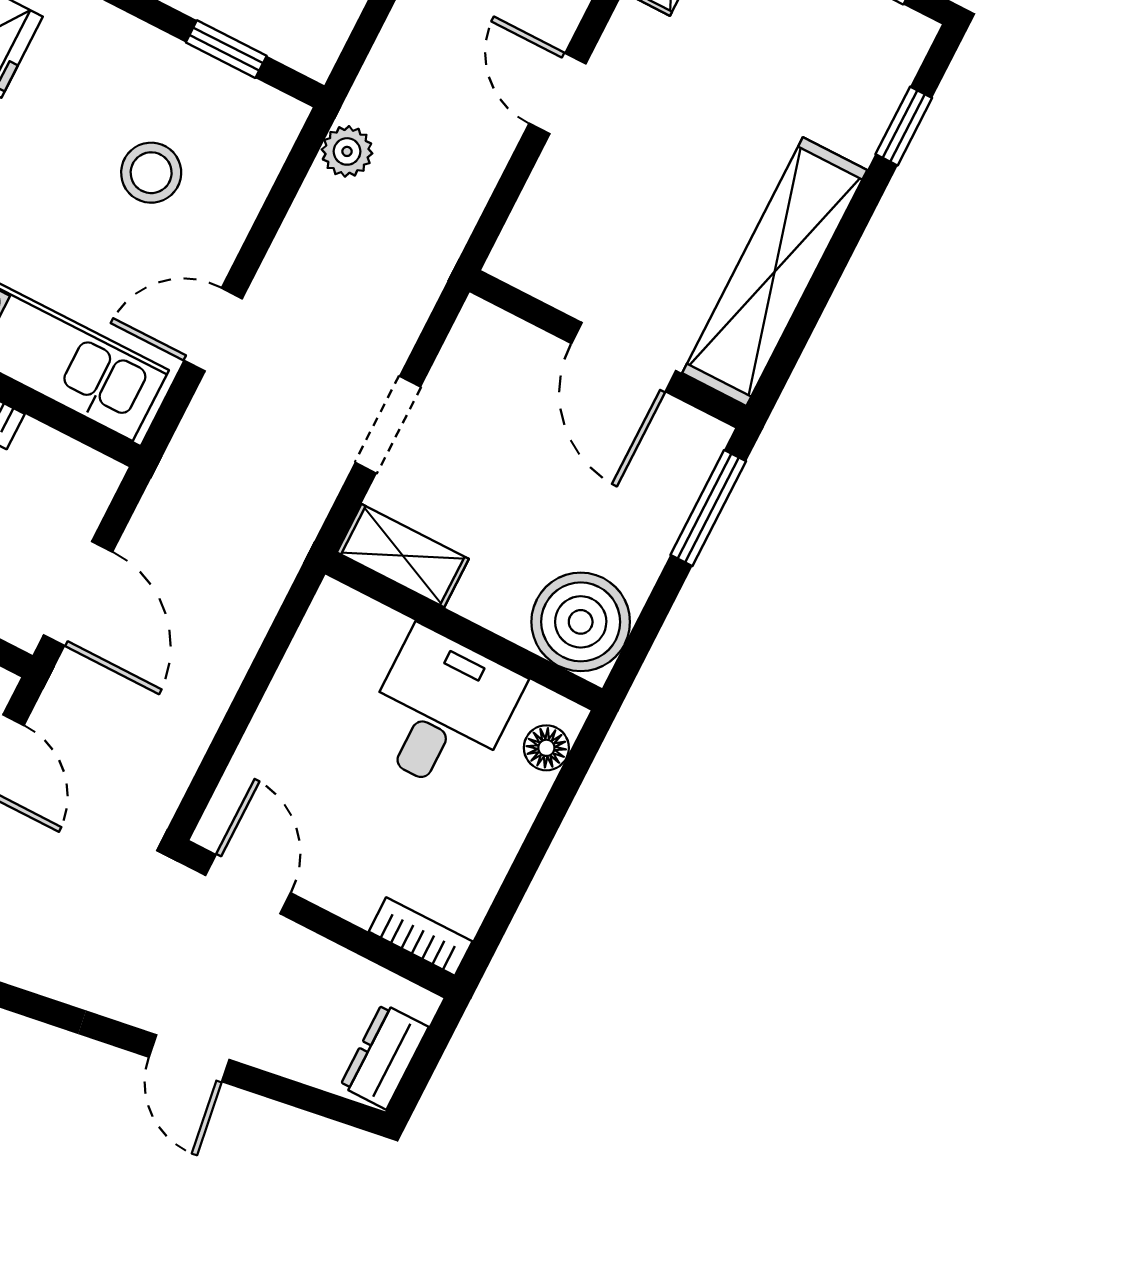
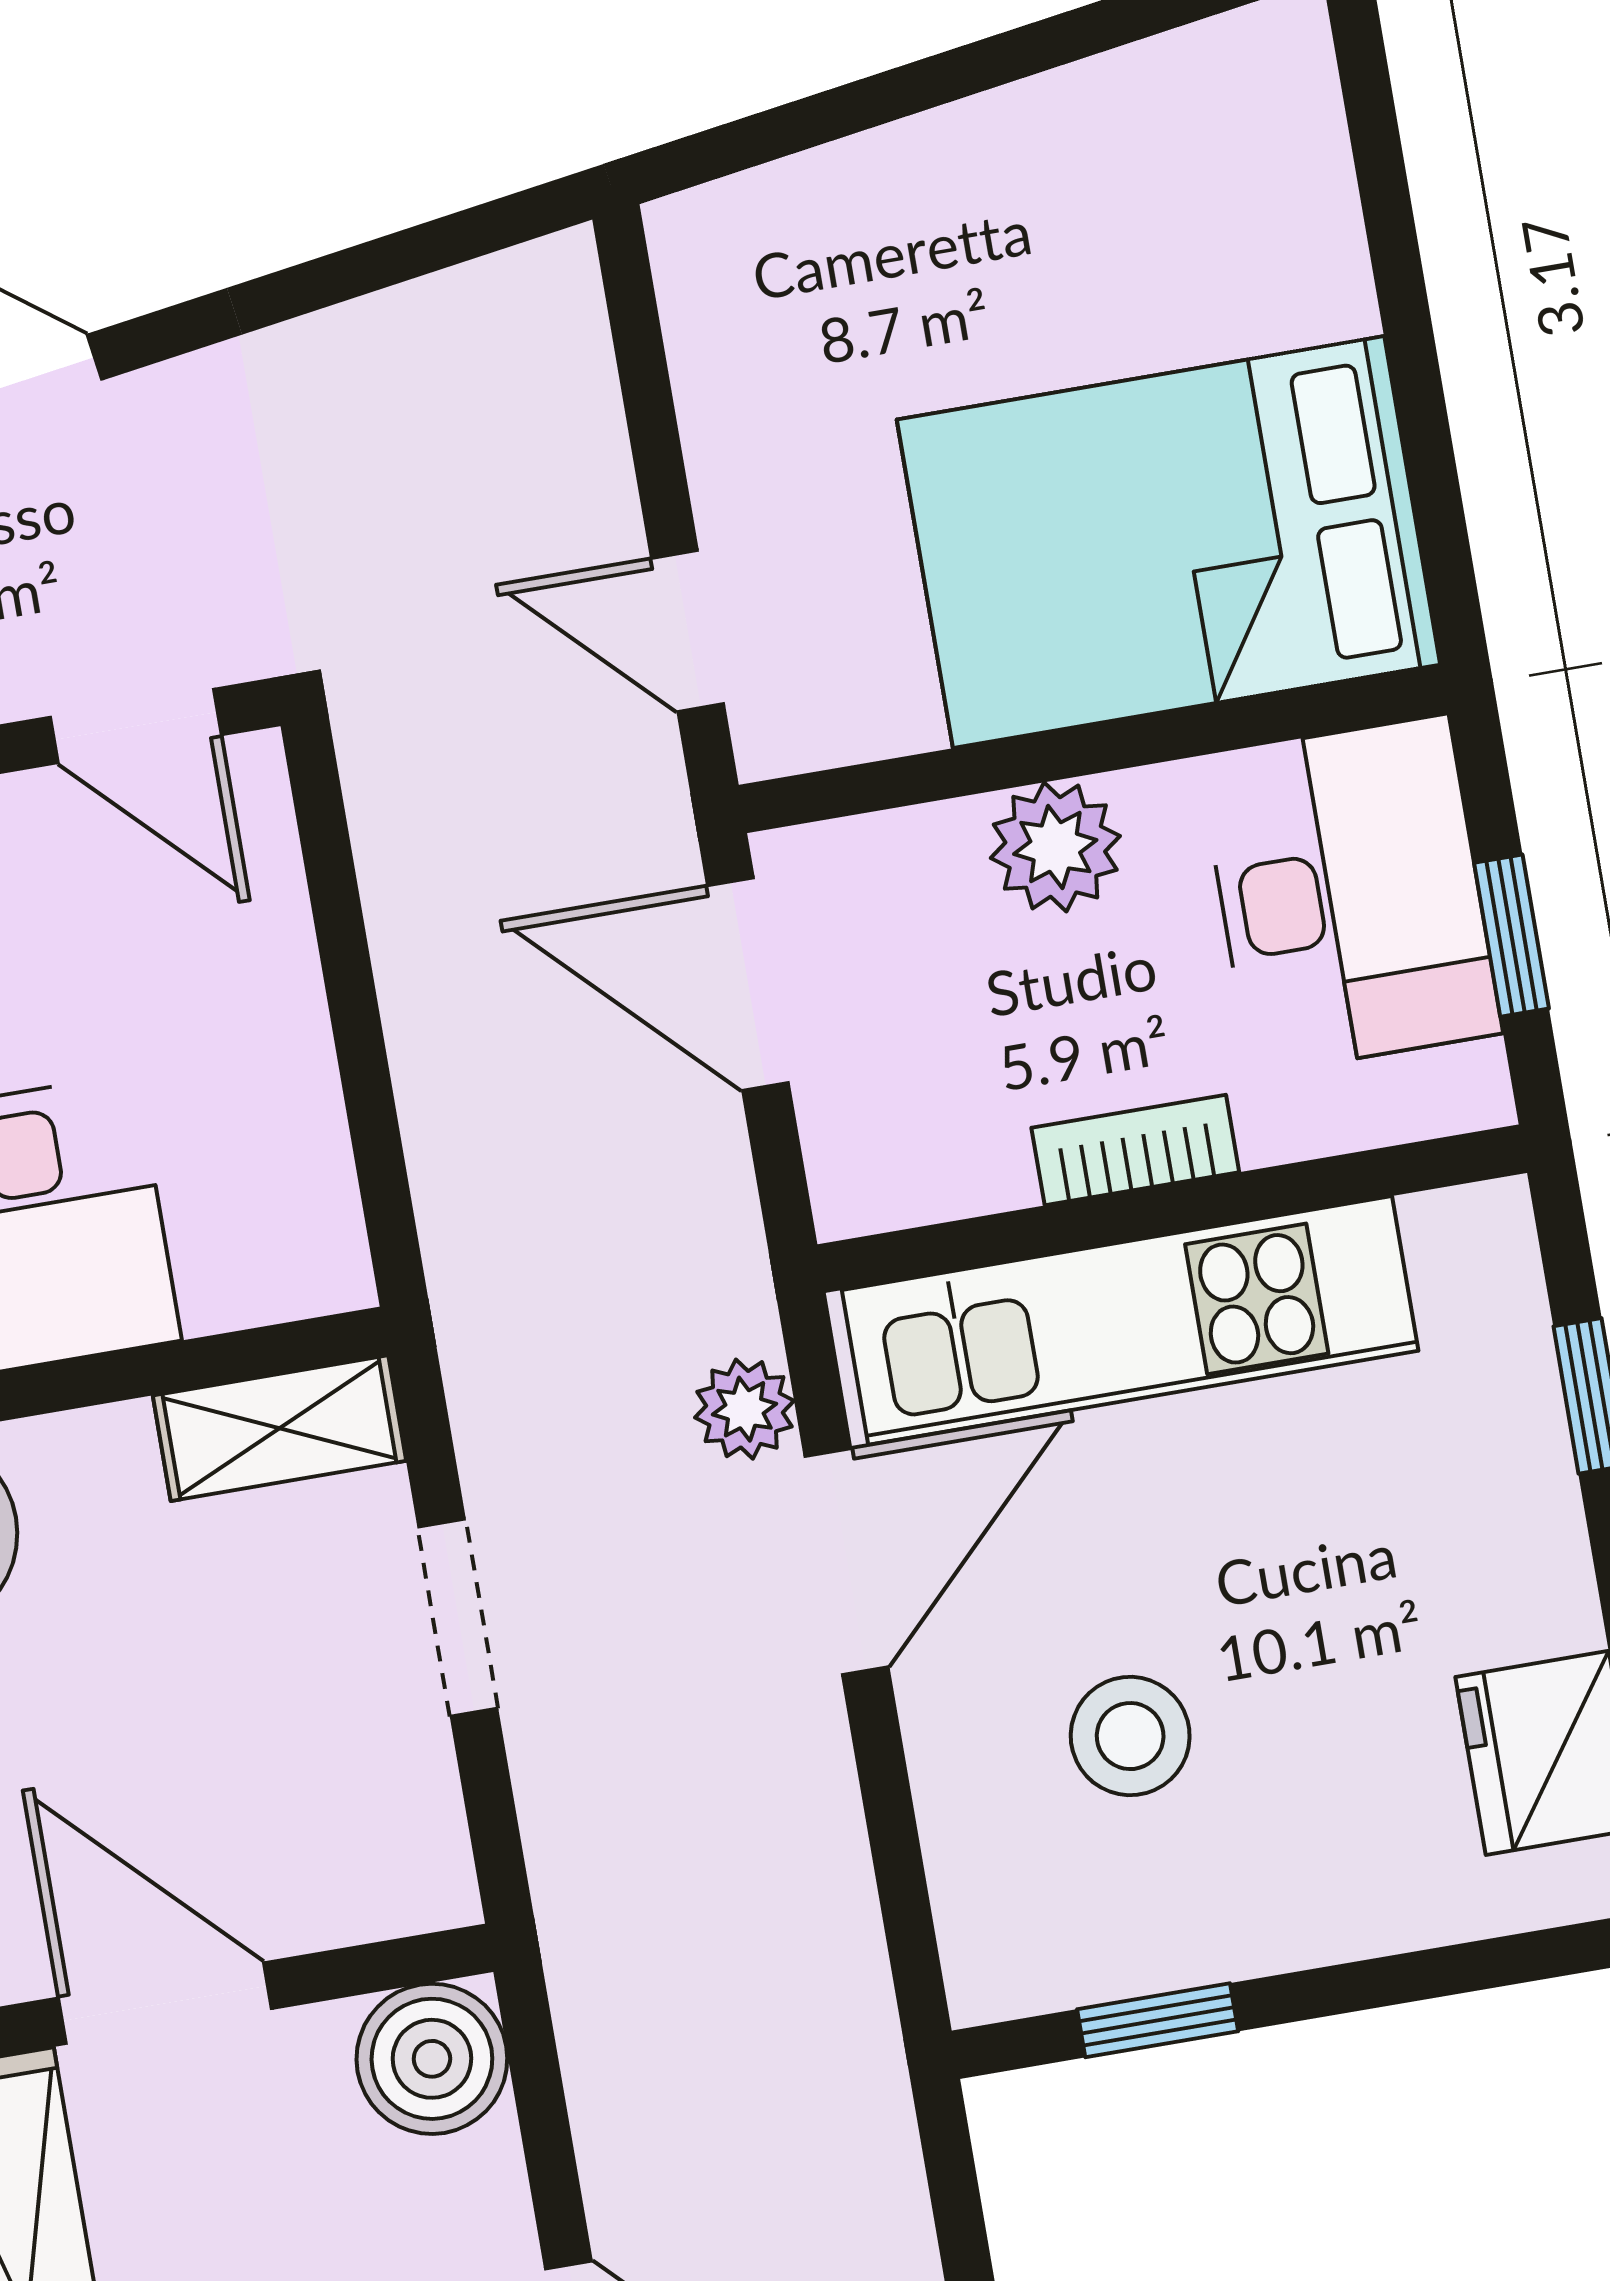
plant: (347, 151) -> (744, 1409), moved
boiler: (532, 254) -> (432, 2059), added
door: (213, 330) -> (847, 1561), width x1.38

